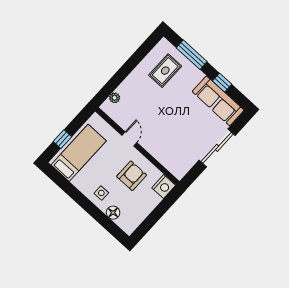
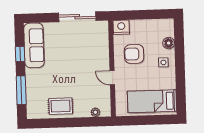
rug: (165, 71) -> (61, 106), moved
window: (62, 139) -> (153, 120), removed
door: (129, 139) -> (112, 78), hinge flipped
sliding door: (217, 148) -> (77, 17), moved

